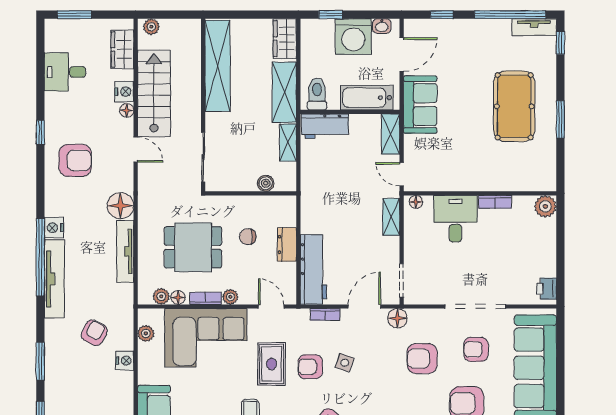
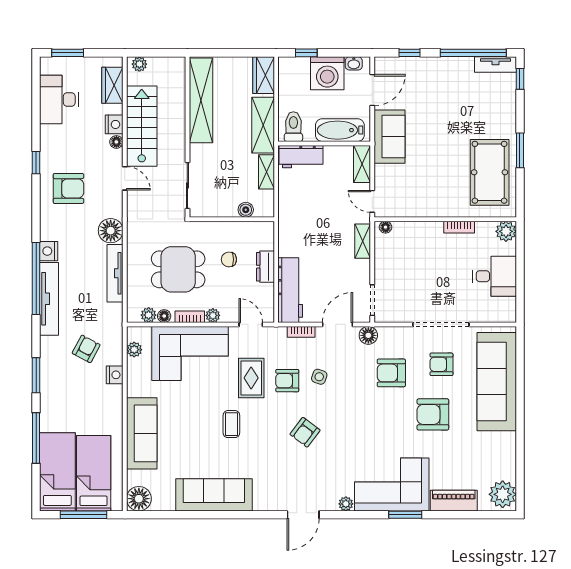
desk: (65, 72) -> (59, 100), width x1.37
pool table: (514, 106) -> (490, 172), moved
desk: (455, 219) -> (495, 276), moved, turned 90
printer: (547, 289) -> (507, 308), removed

